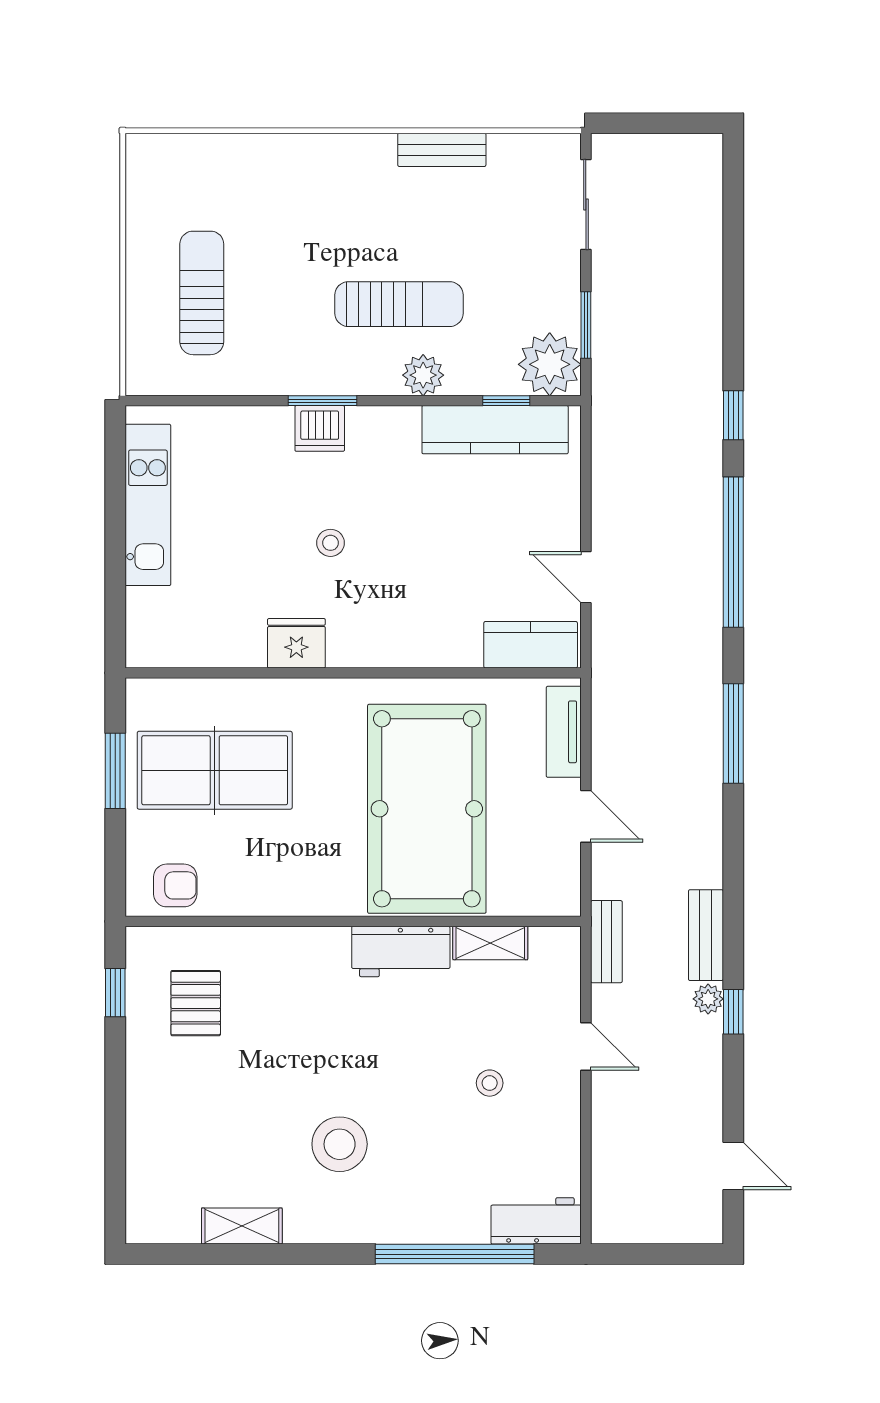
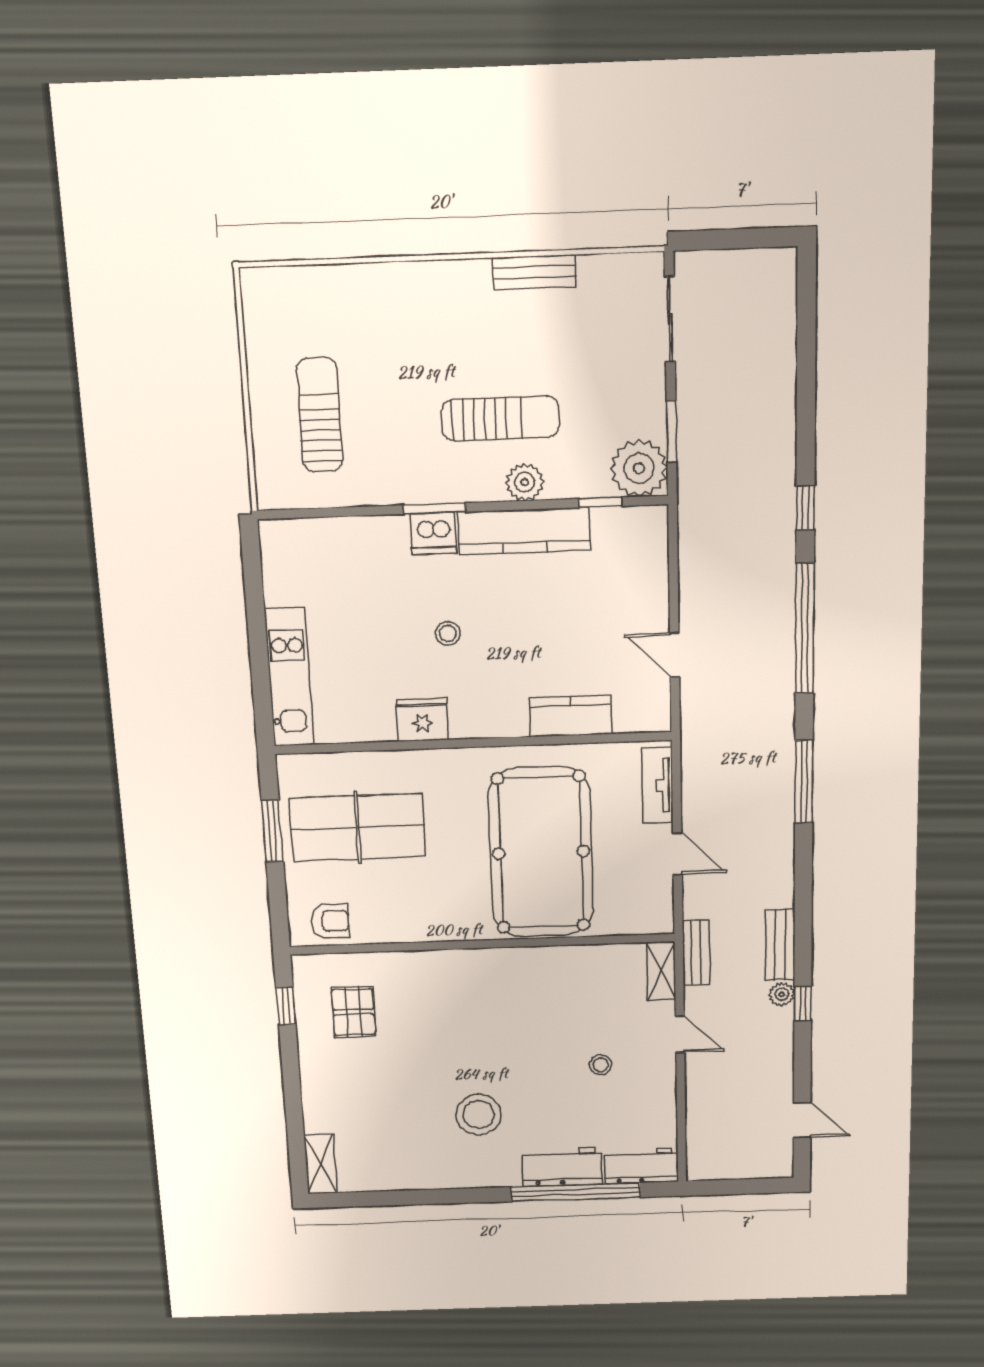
kitchen counter: (495, 430) -> (524, 531), moved
kitchen unit: (148, 505) -> (289, 677), moved
kitchen counter: (531, 645) -> (571, 716), moved
shelving: (490, 943) -> (661, 971), moved, turned 90
workbench: (401, 951) -> (562, 1167), moved, turned 180
shelving: (242, 1226) -> (321, 1164), moved, turned 90

